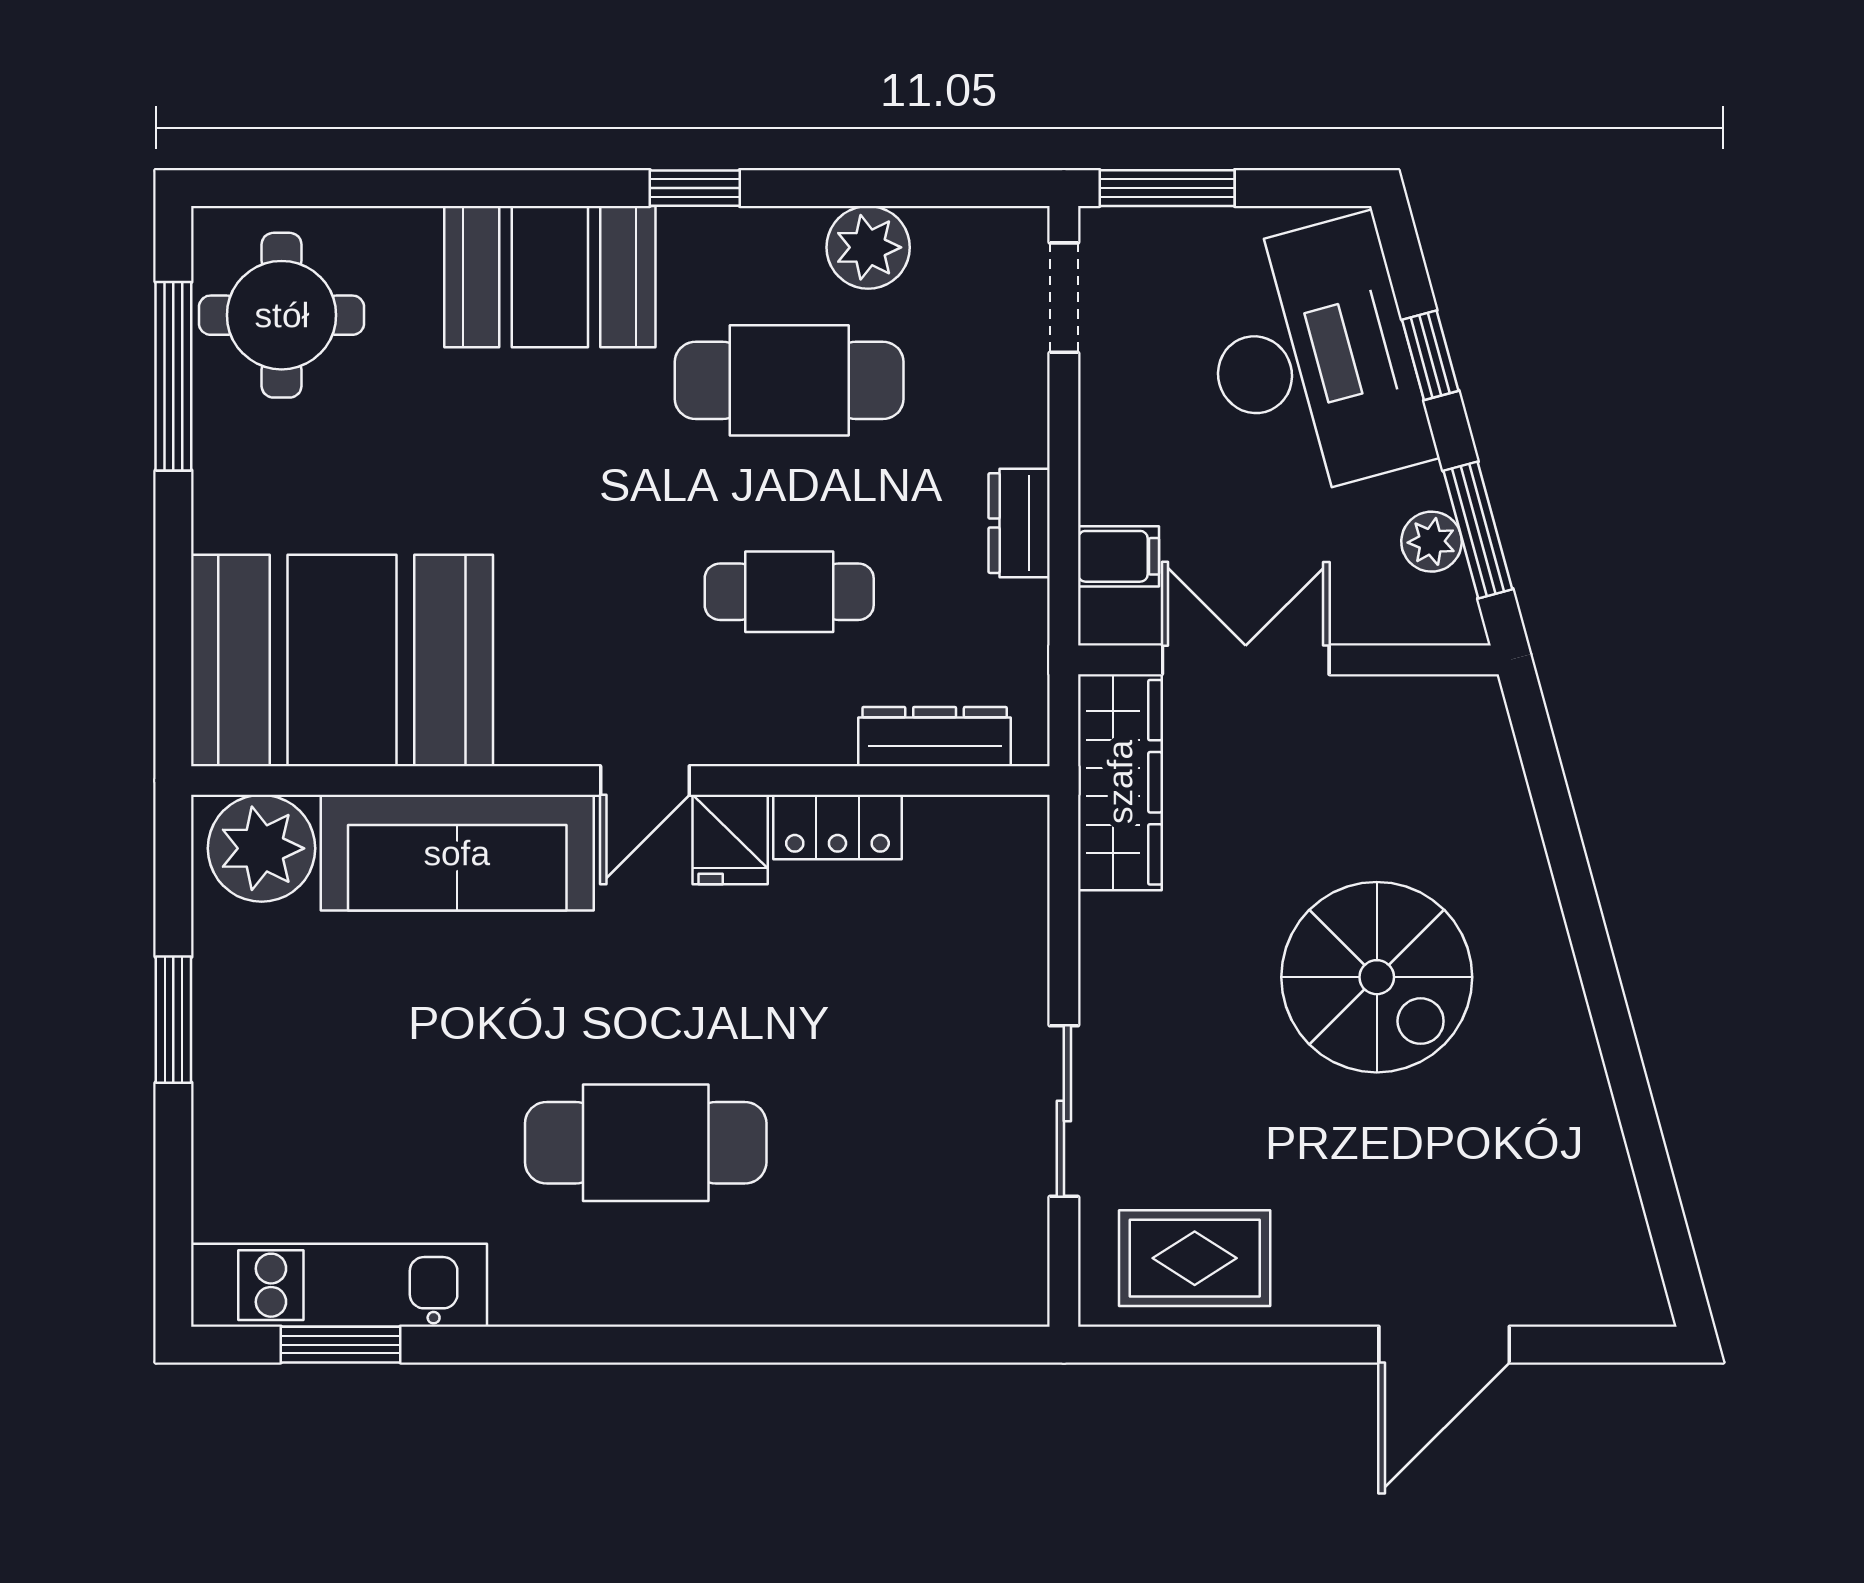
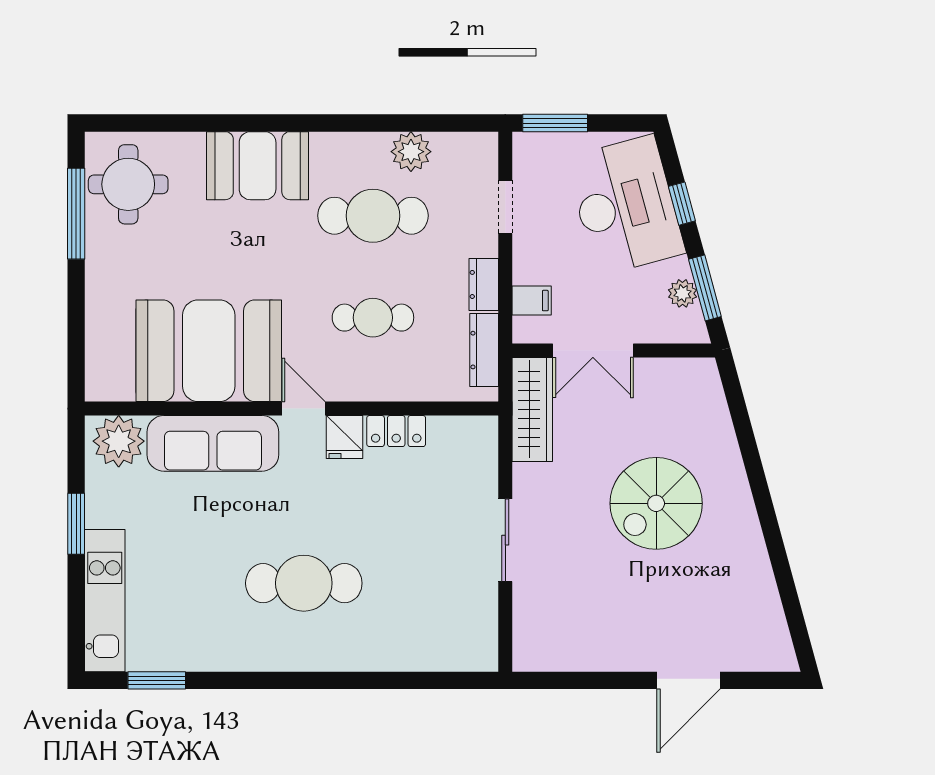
window: (695, 188) -> (327, 123), removed
doorway: (1064, 298) -> (505, 207), moved
double door: (1246, 660) -> (593, 350), swing flipped
booth: (342, 661) -> (209, 351), moved
dresser: (935, 737) -> (484, 350), moved, turned -90
door: (645, 781) -> (303, 409), swing flipped
spiral stairs: (1377, 977) -> (656, 503), turned 90
sliding door: (1064, 1111) -> (505, 540), moved
rug: (1195, 1258) -> (568, 639), removed
kitchen unit: (339, 1285) -> (105, 601), moved, turned 90

